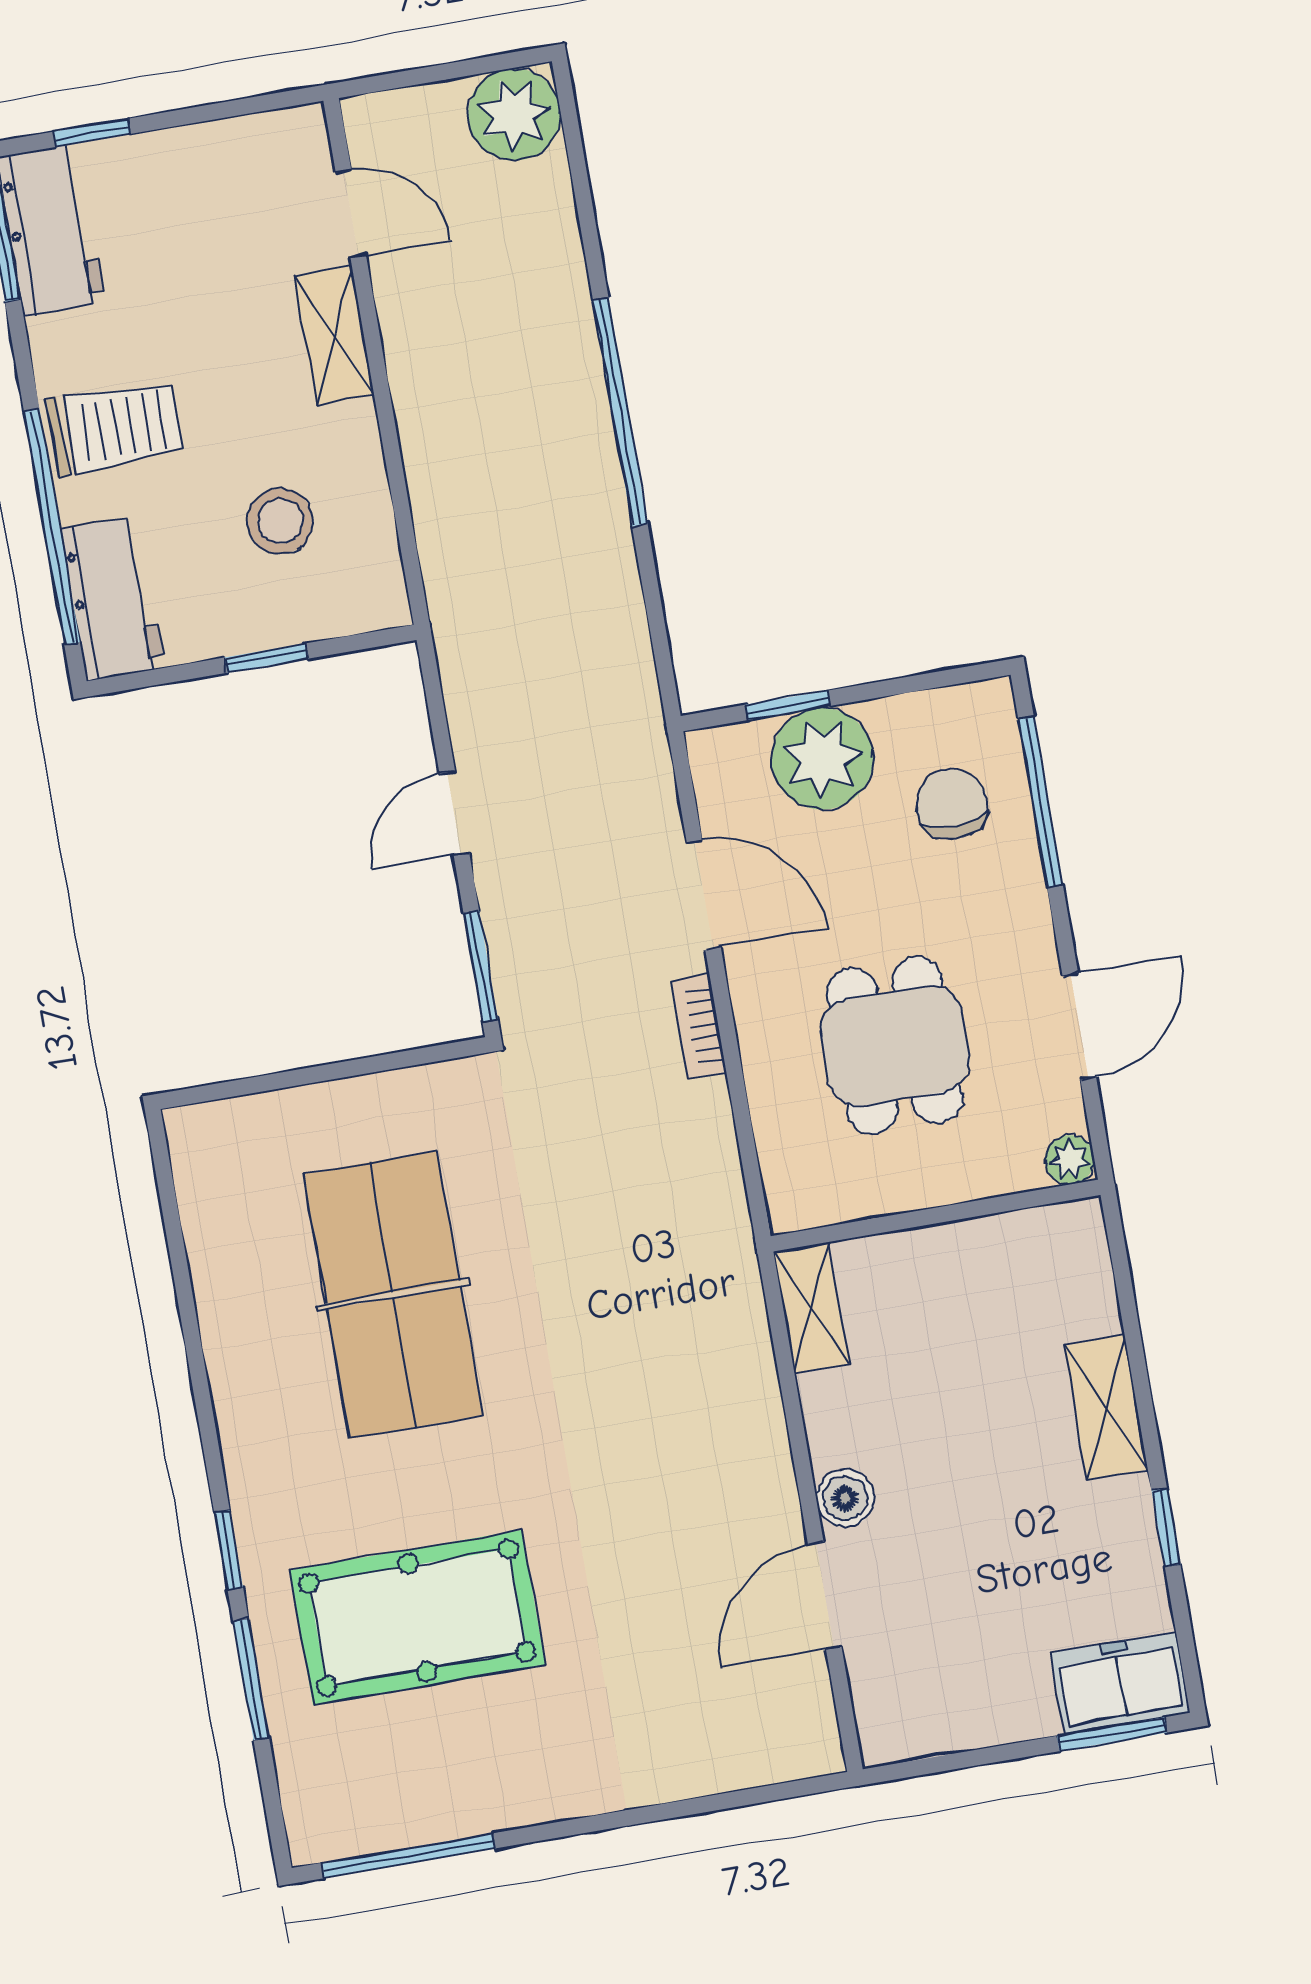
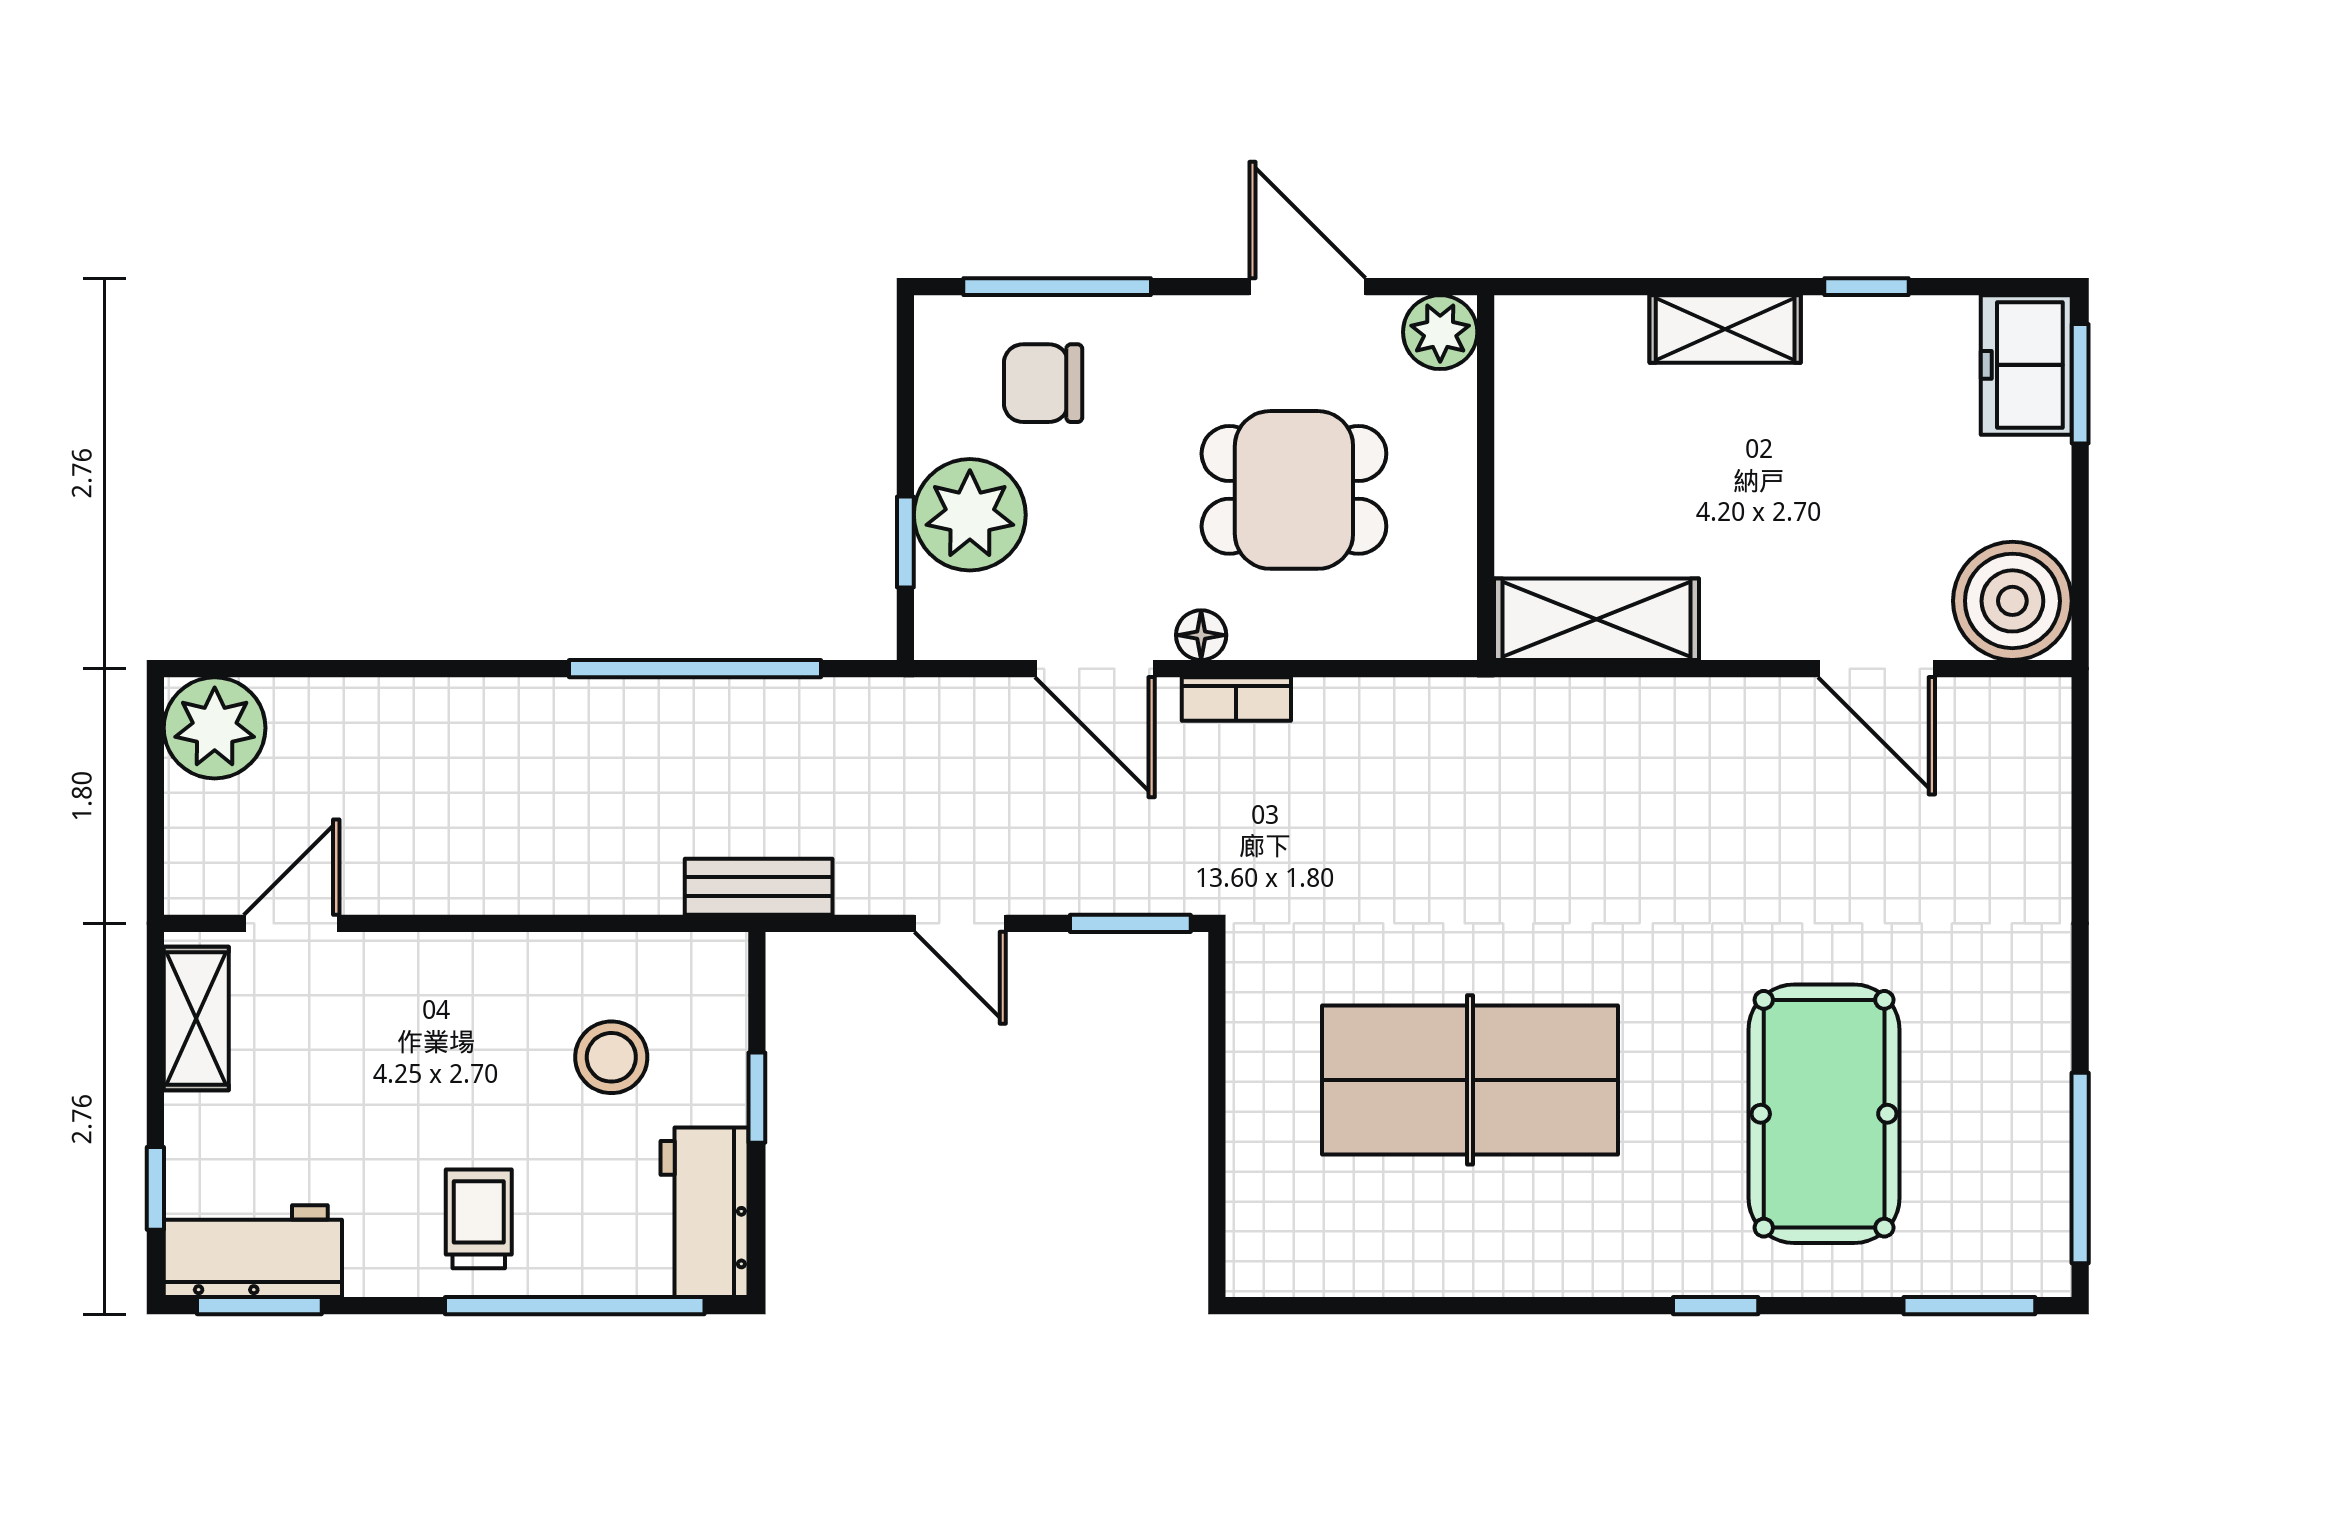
shelving: (334, 336) -> (196, 1018), moved, turned 90
window: (620, 412) -> (695, 669), moved
trolley: (115, 427) -> (479, 1219), width x0.73, depth x0.72
workbench: (113, 598) -> (705, 1212), moved, turned -90
bench: (456, 627) -> (759, 887), added
door: (704, 895) -> (1095, 669), swing flipped
floor lamp: (750, 985) -> (1201, 635), added
plant: (1070, 1160) -> (1440, 332), width x1.38, depth x1.38
shelving: (811, 1308) -> (1597, 619), width x1.50, depth x1.33
boiler: (845, 1498) -> (2012, 601), moved, width x1.86, depth x1.86
window: (251, 1680) -> (1969, 1306), moved

